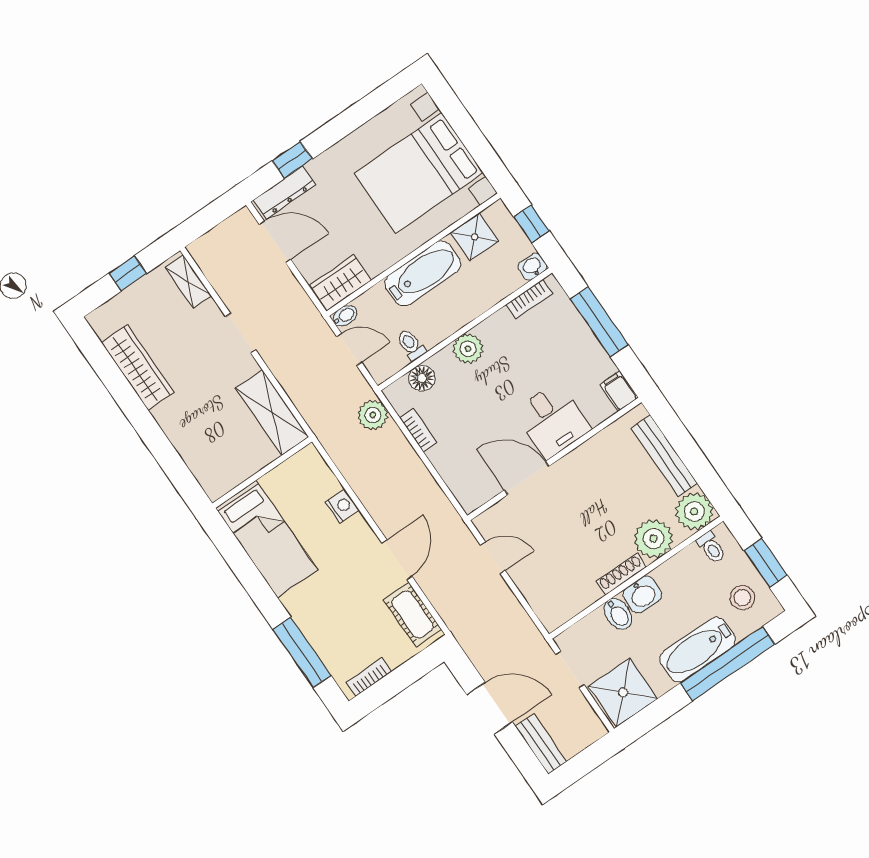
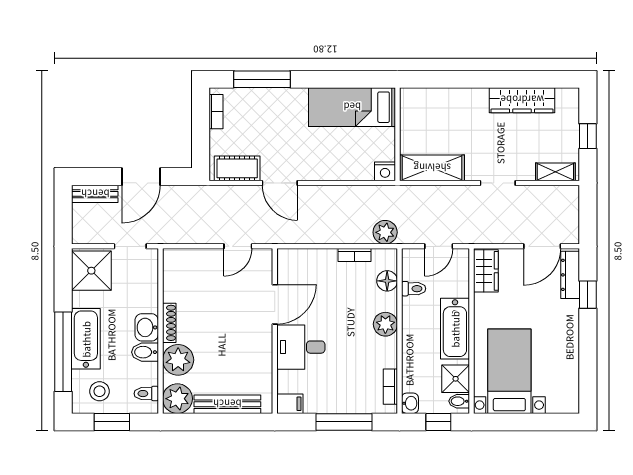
bed with nightstands: (419, 173) -> (509, 371), width x0.73
bidet: (345, 316) -> (459, 401), moved, turned 90
nightstand: (342, 506) -> (385, 171), moved
bidet: (618, 614) -> (145, 352), moved

